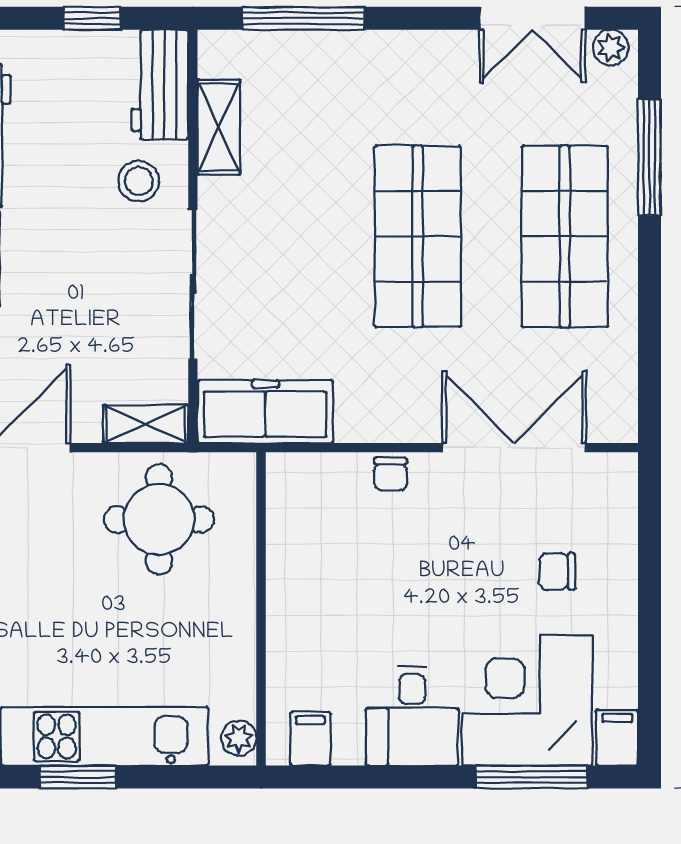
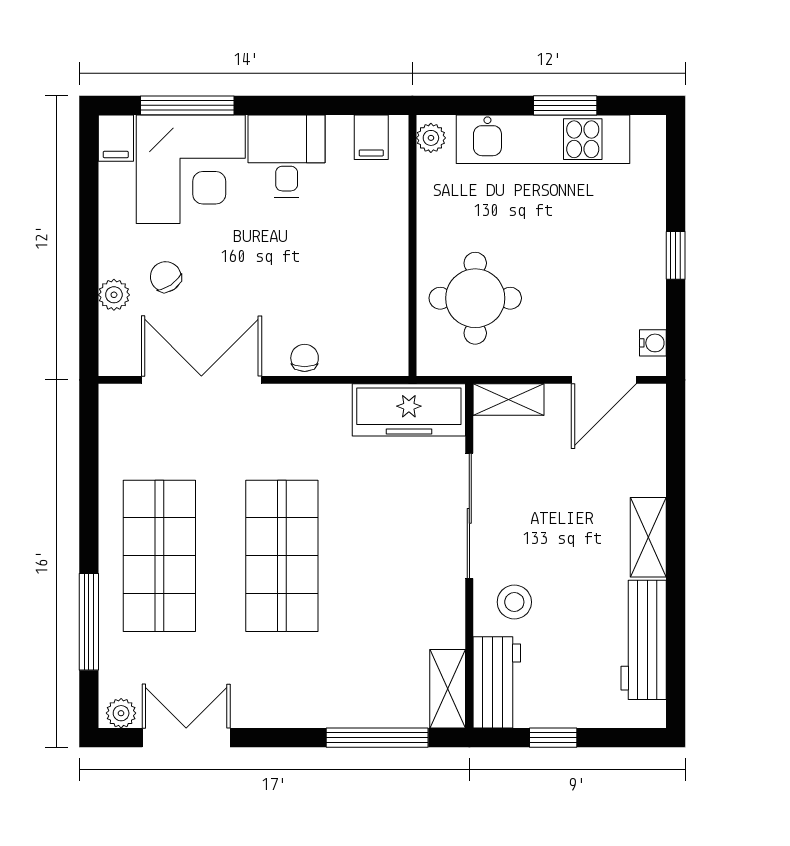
shelving: (219, 127) -> (448, 689), moved
double door: (514, 448) -> (201, 380), swing flipped
round table: (159, 519) -> (475, 298), moved
plant: (619, 550) -> (114, 295), added
chair: (557, 571) -> (166, 277), turned -124

